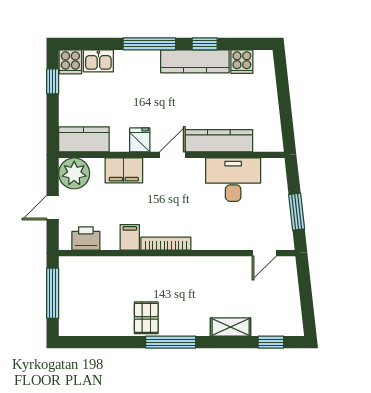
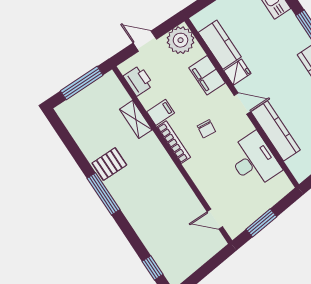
kitchen counter: (84, 139) -> (220, 45), moved
chair: (174, 204) -> (206, 129), added
shelving: (231, 327) -> (136, 119), moved

